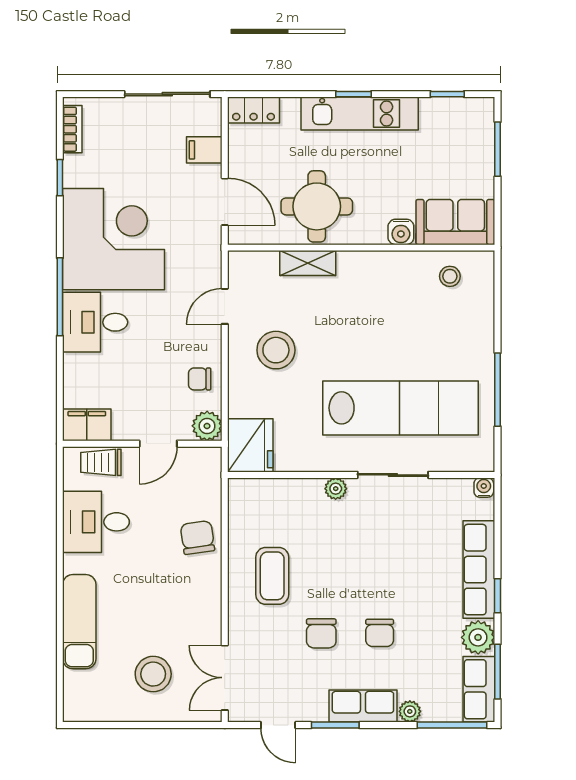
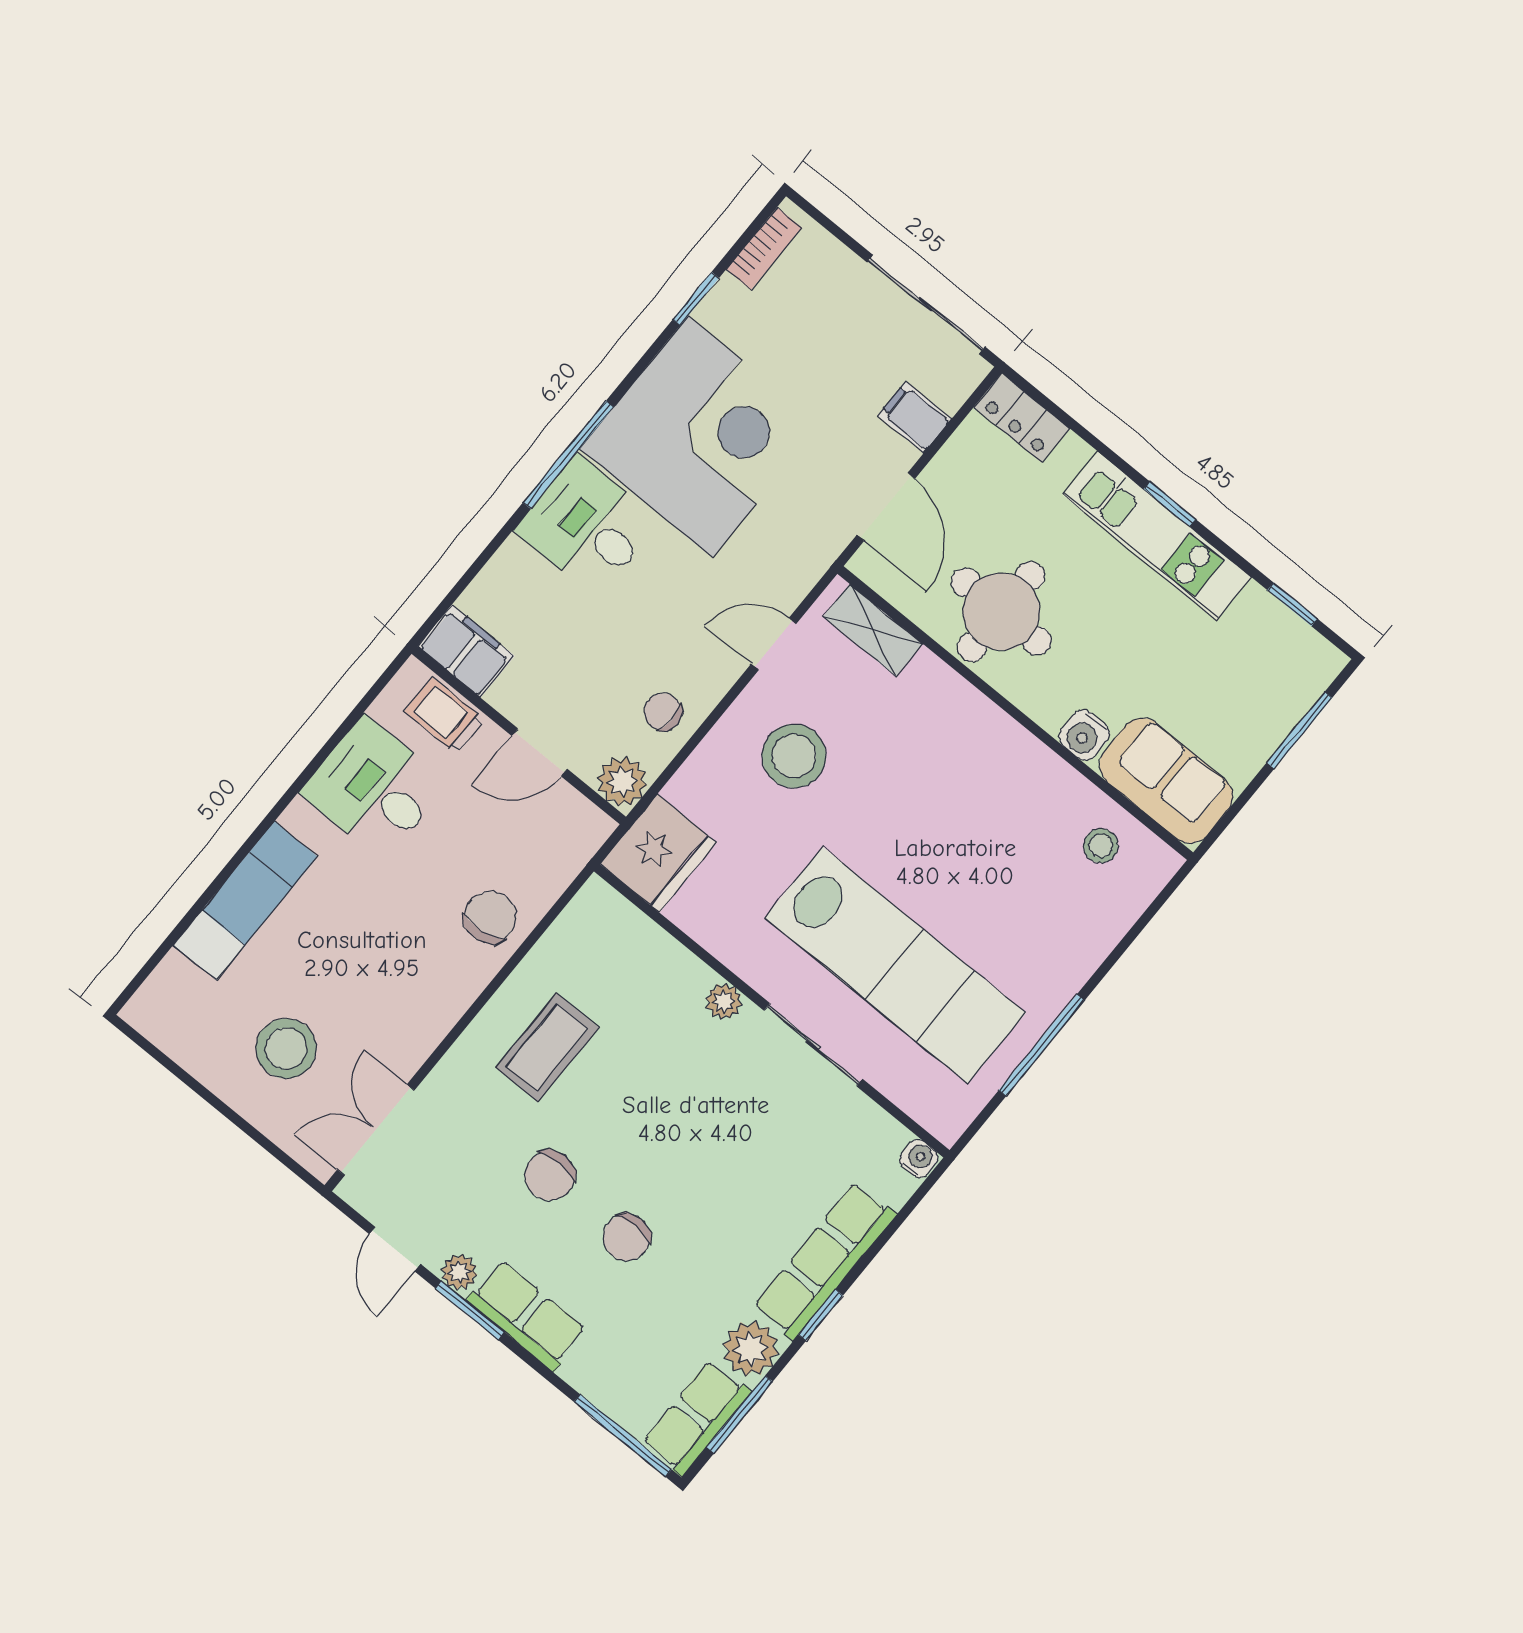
shelving: (308, 263) -> (873, 630), moved
plant: (410, 711) -> (459, 1272), moved

